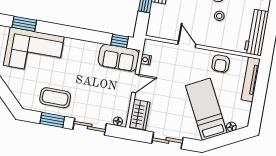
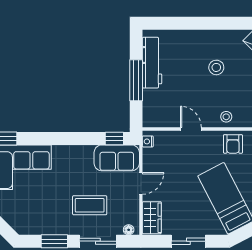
stool: (219, 16) -> (226, 117), moved
nightstand: (146, 60) -> (148, 141), moved
coffee table: (55, 98) -> (90, 205), moved

